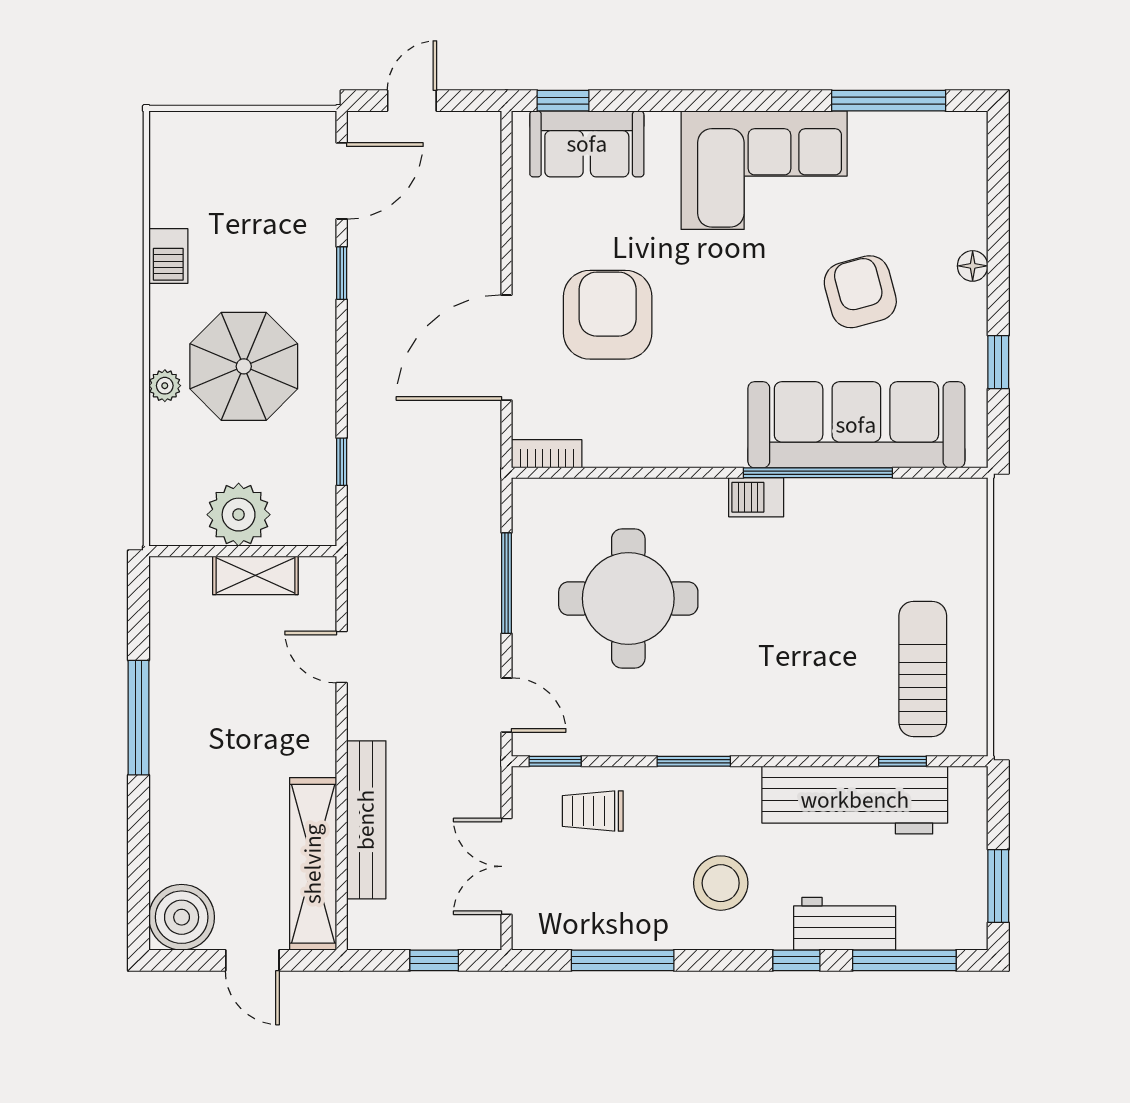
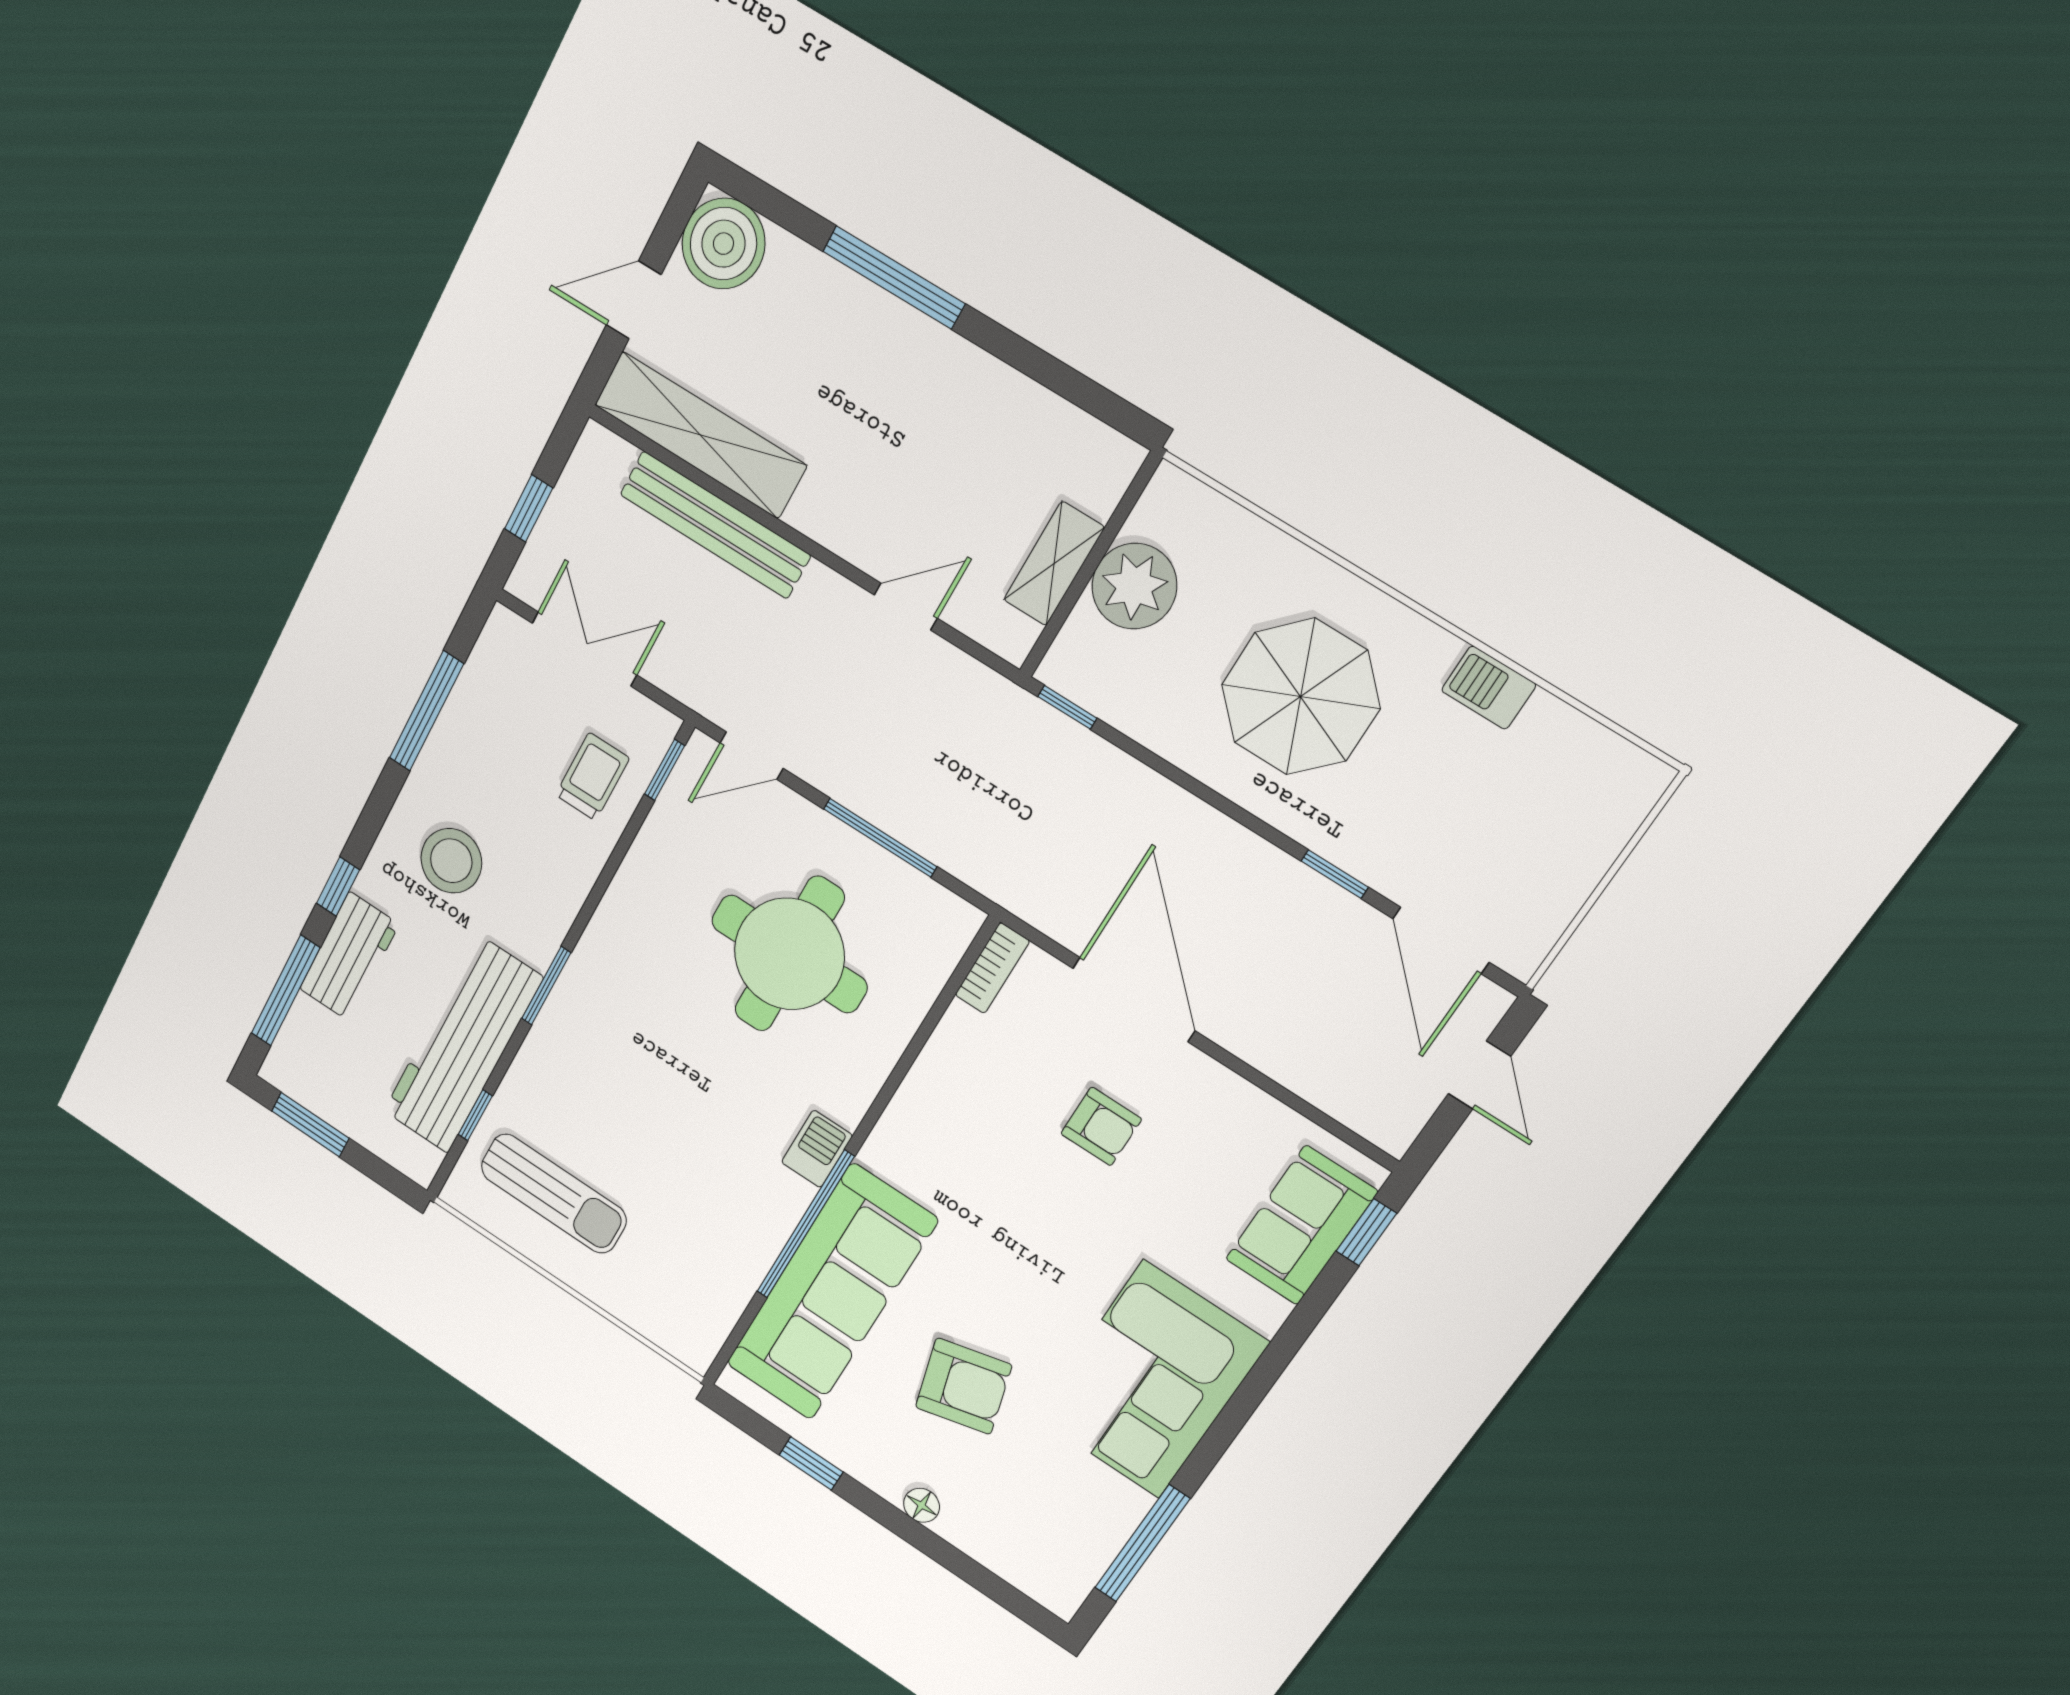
armchair: (608, 315) -> (1101, 1126), width x0.53, depth x0.53
plant: (165, 386) -> (1338, 590), removed
window: (342, 462) -> (1067, 707), moved
window: (138, 718) -> (894, 277), moved
window: (694, 761) -> (546, 986), moved

